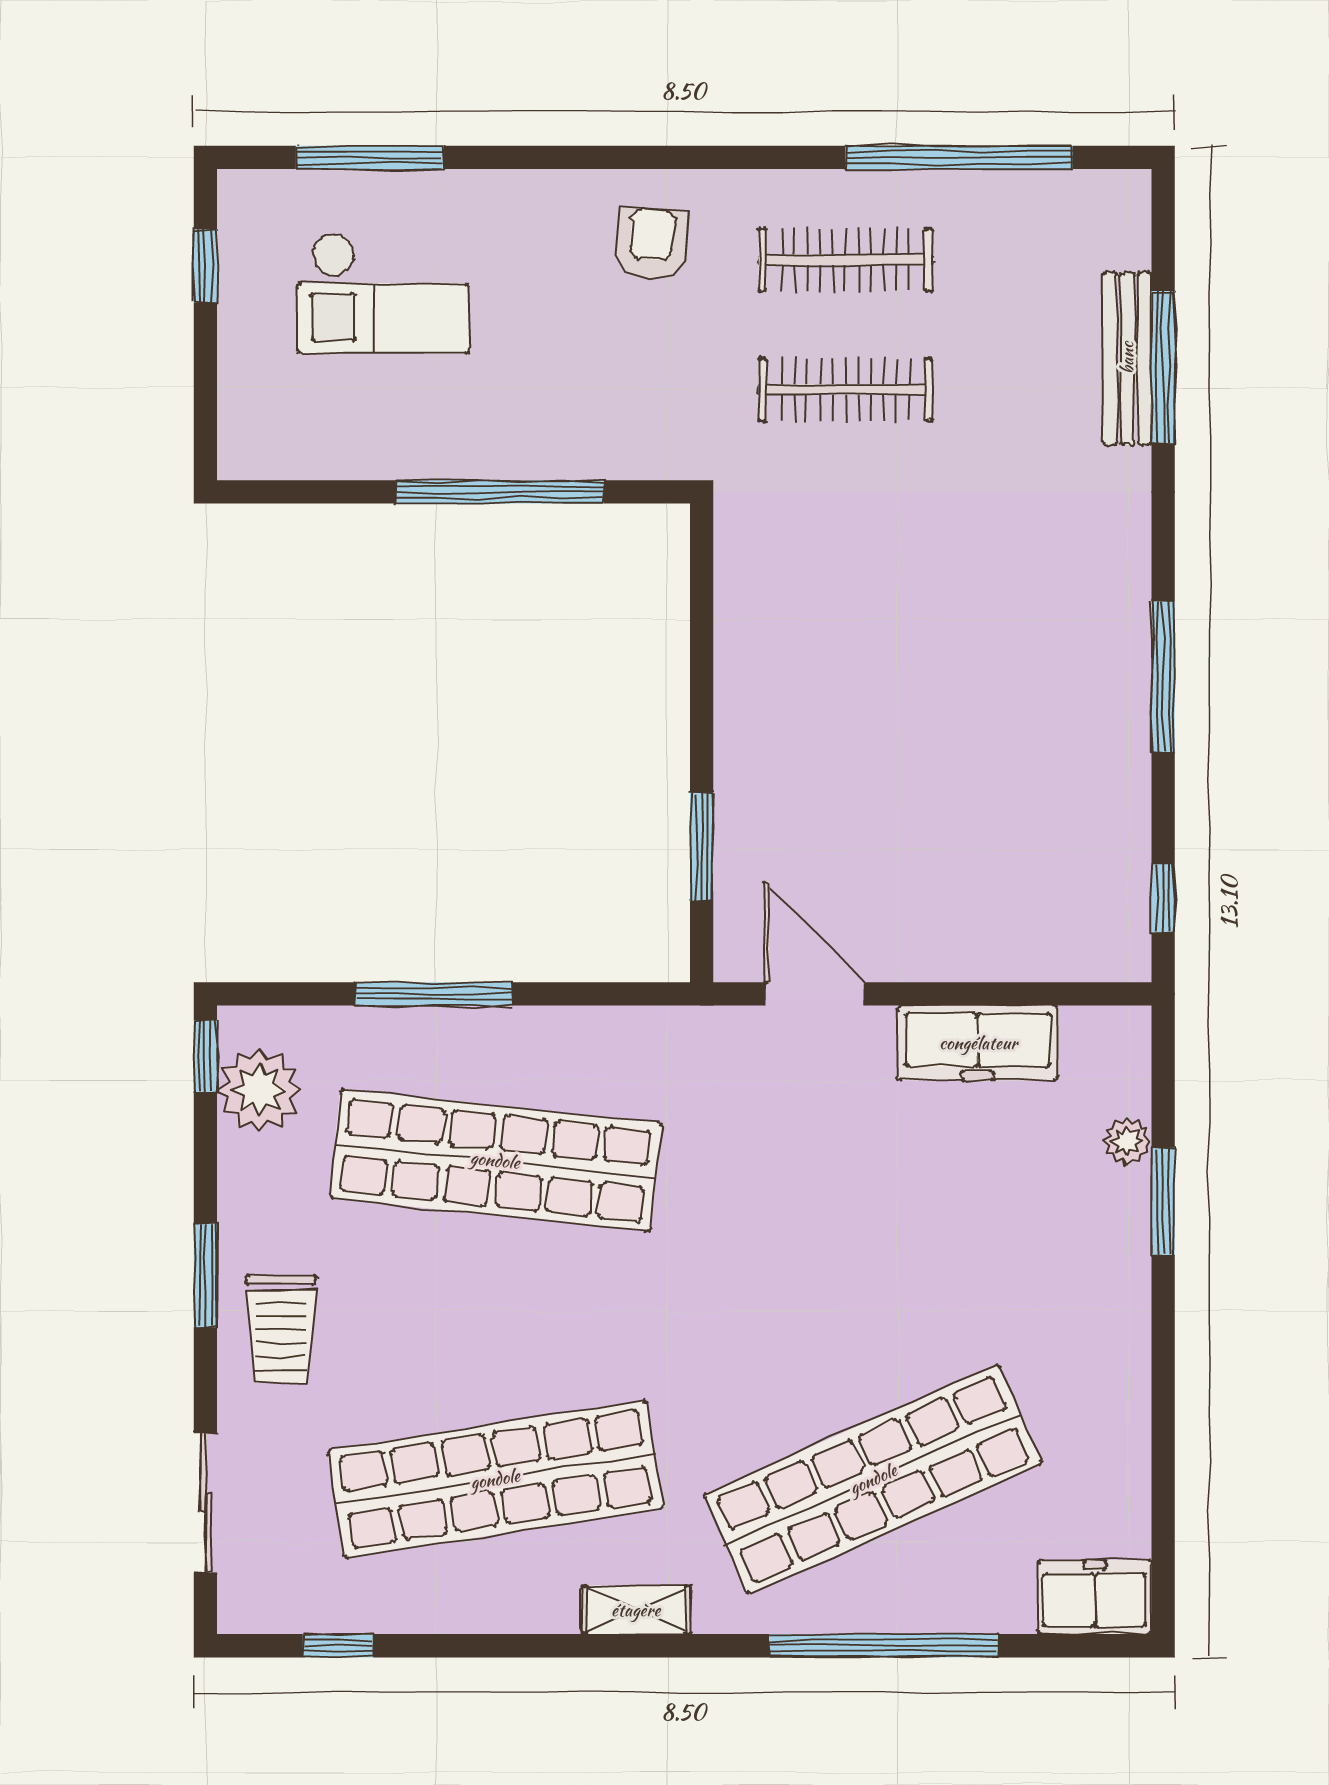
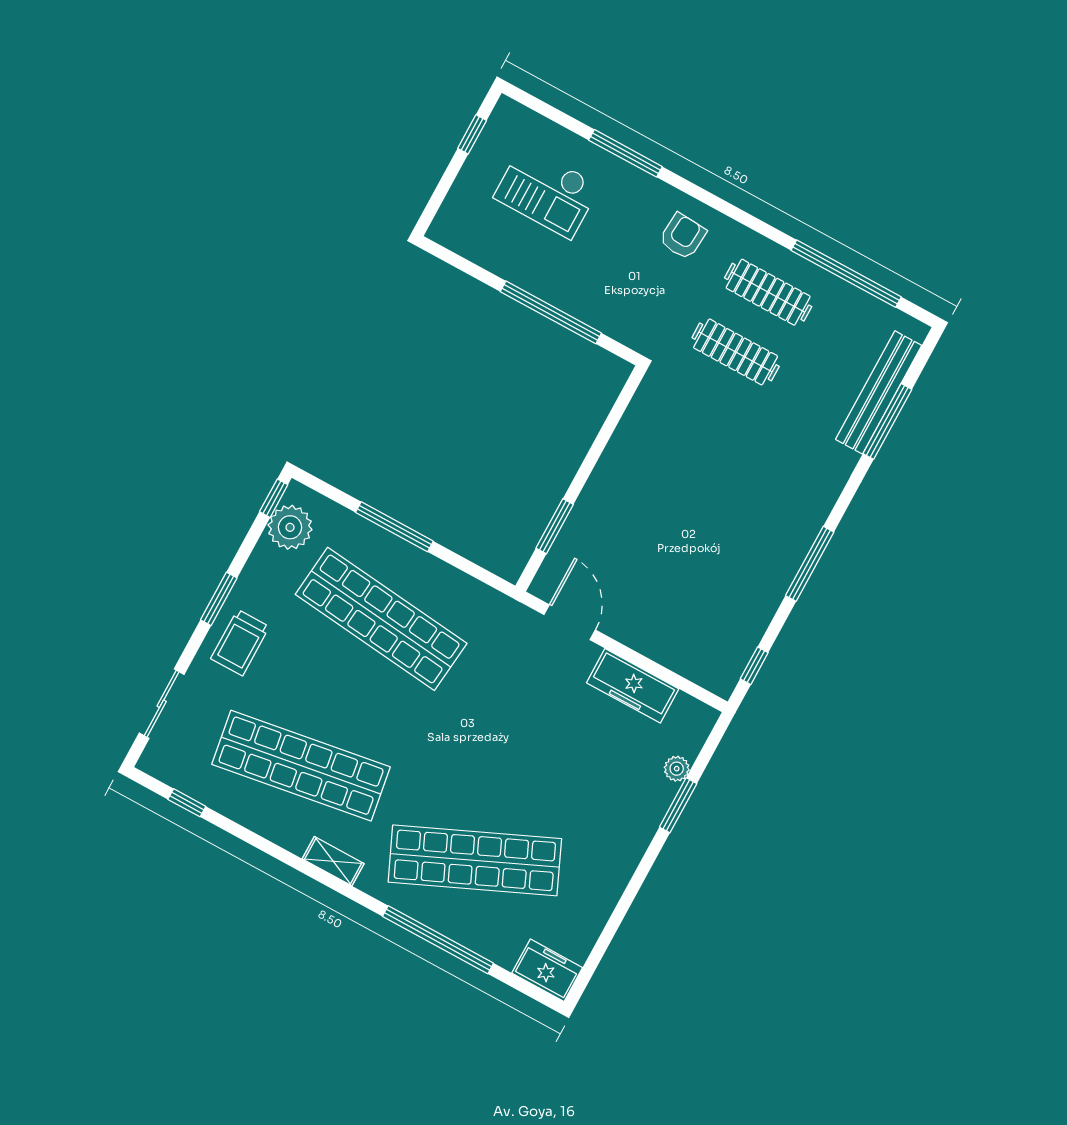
window: (370, 157) -> (625, 153), moved
bench: (1127, 358) -> (879, 392), width x1.37, depth x1.21

